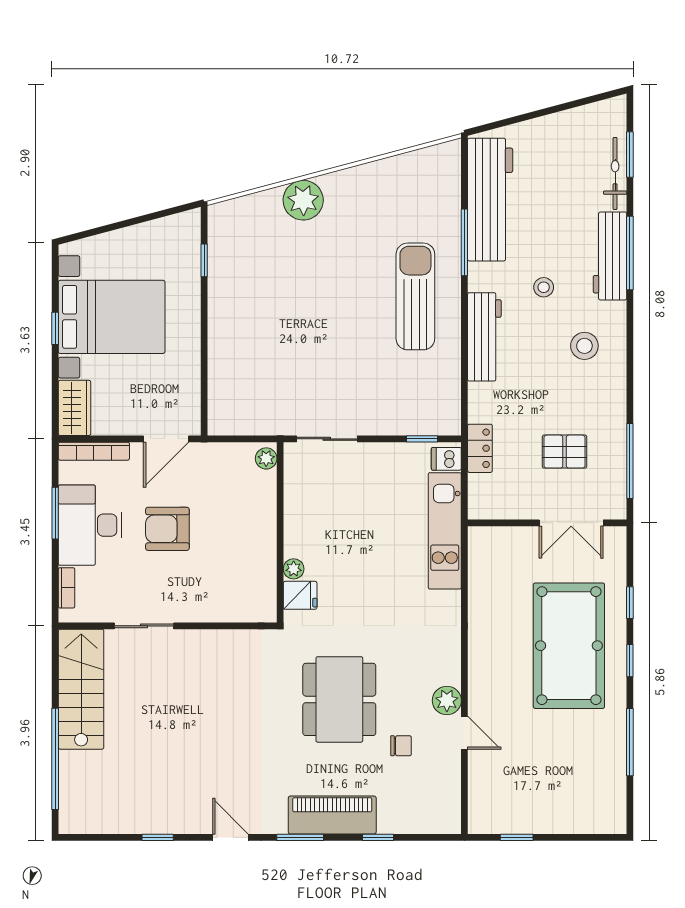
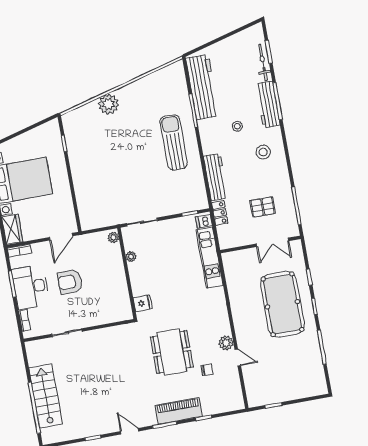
workbench: (484, 337) -> (216, 177), moved
bookcase: (94, 451) -> (19, 251), width x0.64
plant: (294, 569) -> (131, 257), moved
stairs: (81, 689) -> (46, 396), moved

